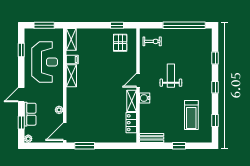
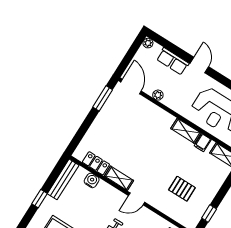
pallet: (120, 43) -> (182, 189), moved
door: (138, 80) -> (137, 199), swing flipped
water cooler: (145, 98) -> (92, 180), moved
window: (21, 123) -> (170, 46), removed
bench: (152, 138) -> (63, 179), width x1.36

